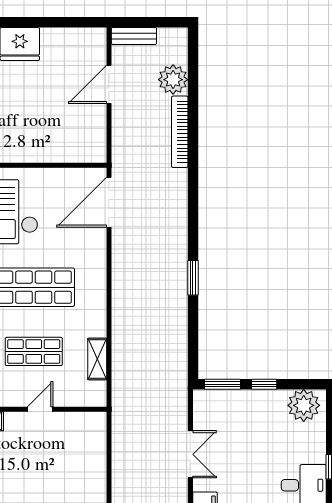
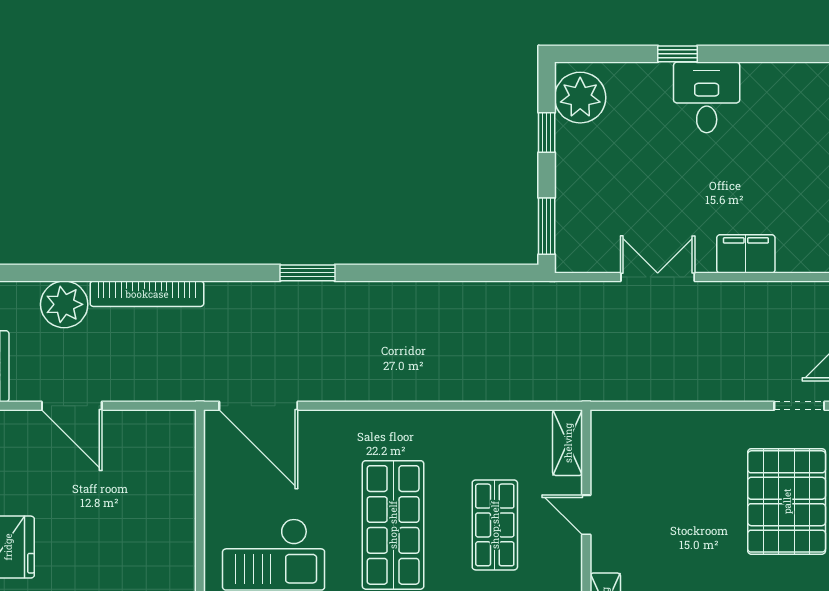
window: (193, 278) -> (308, 273), moved
shelving: (97, 359) -> (568, 443), moved, turned 90
window: (264, 384) -> (547, 133), moved

